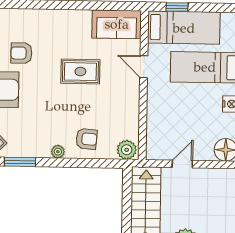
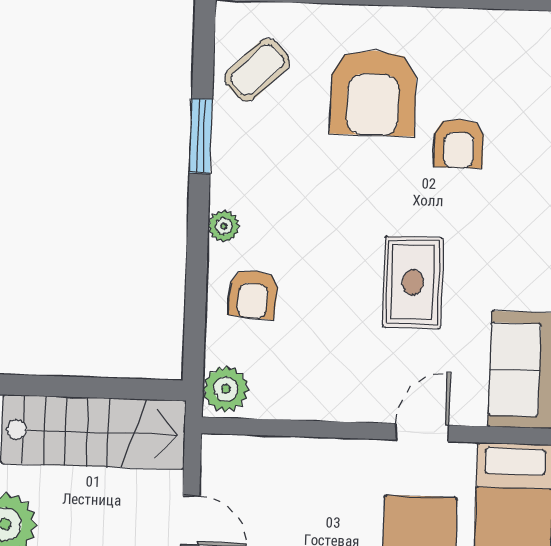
armchair: (21, 53) -> (459, 143), turned 180

